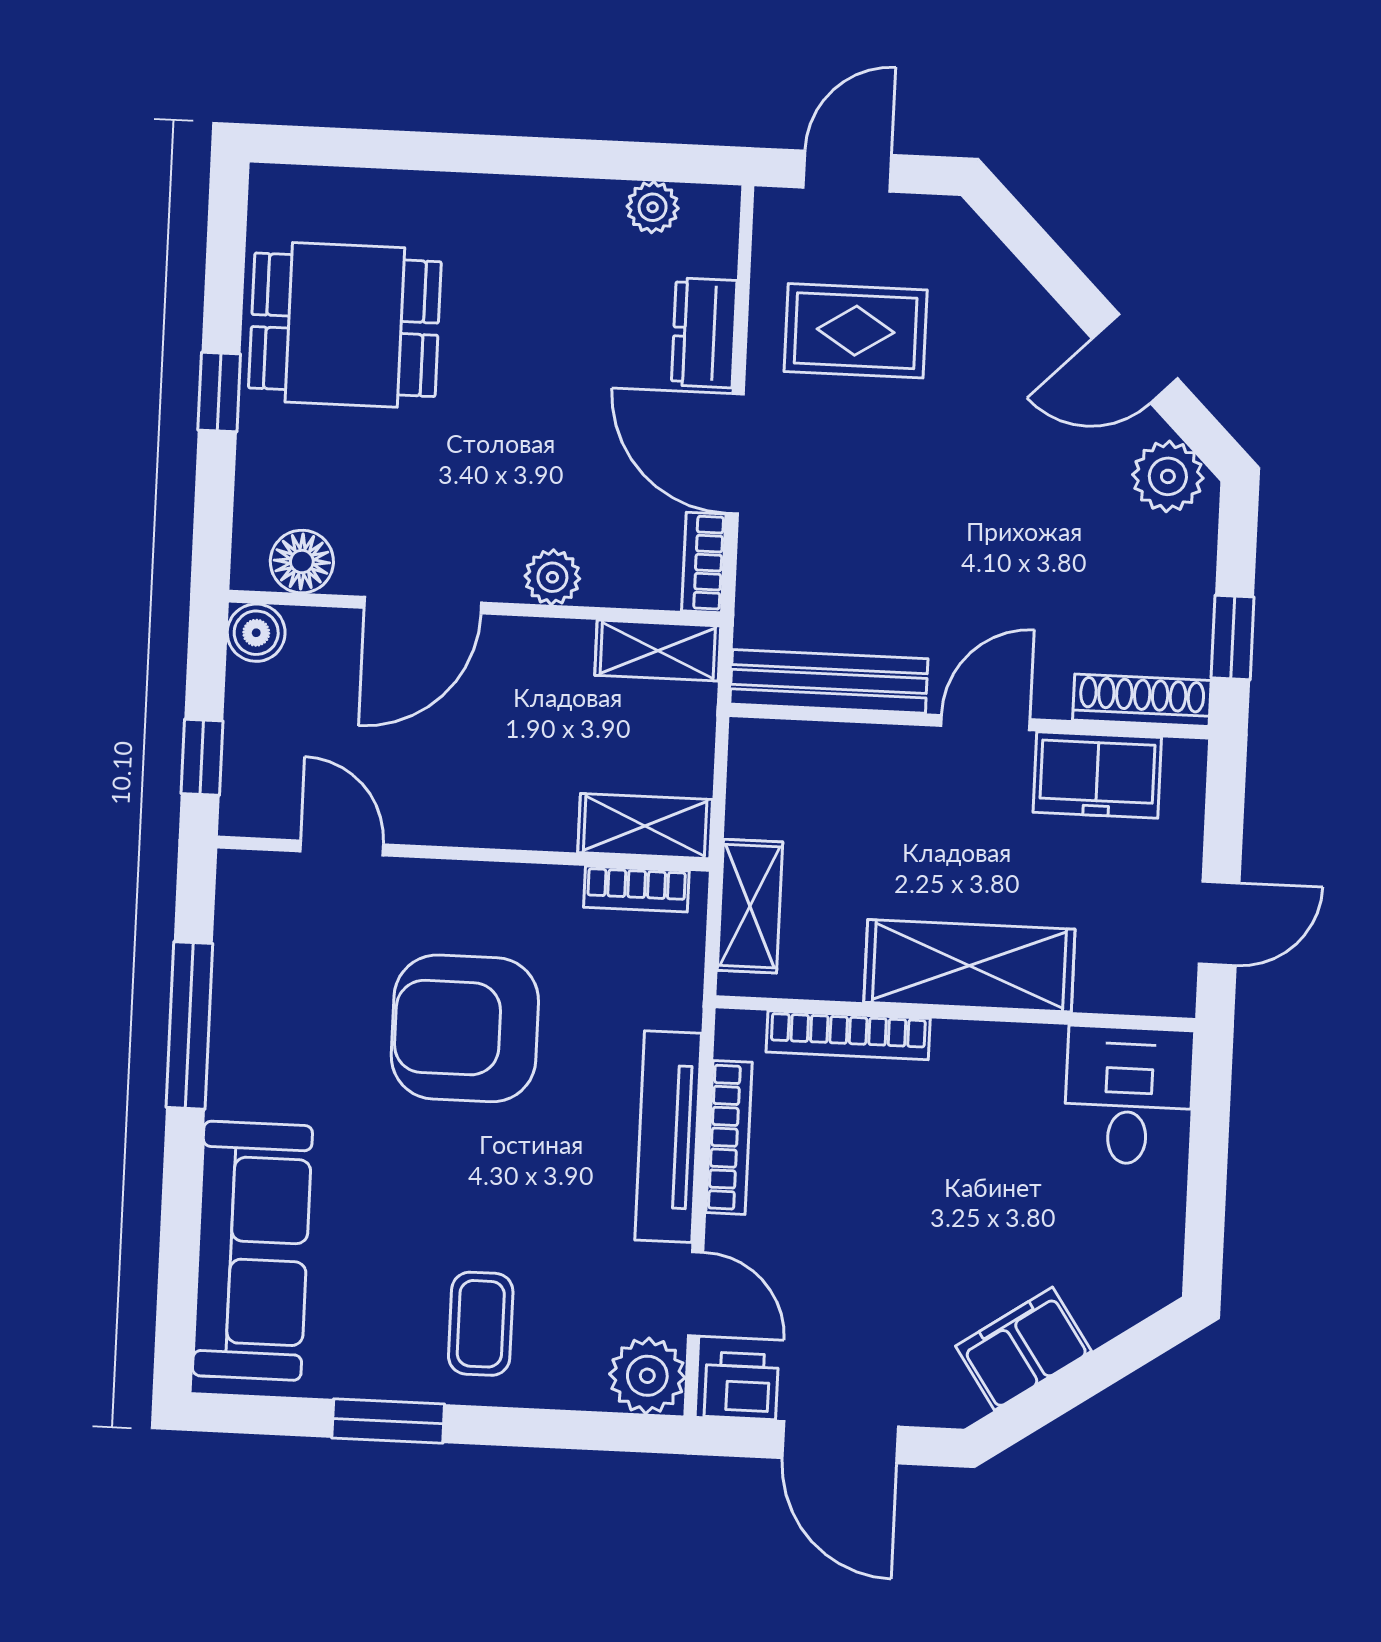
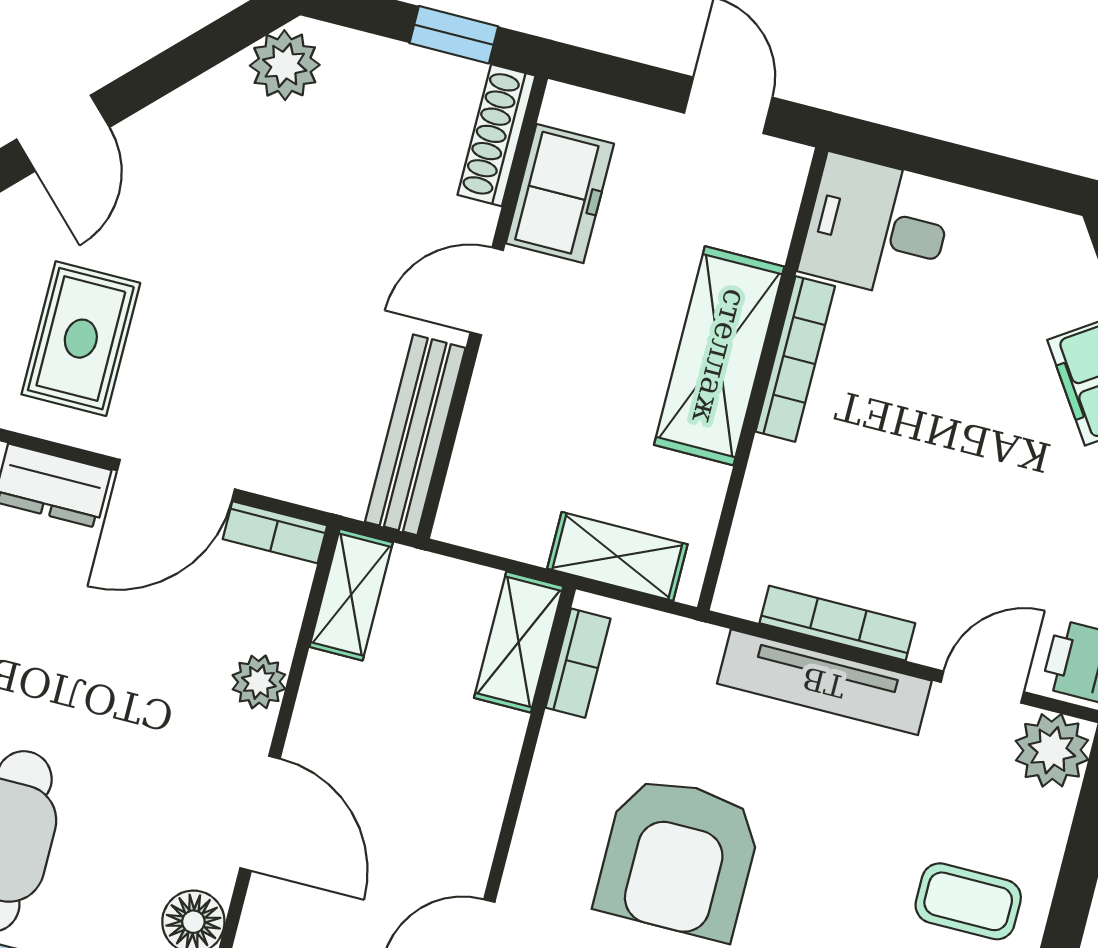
door: (1135, 359) -> (63, 133), moved
door: (986, 723) -> (487, 291), hinge flipped
bookcase: (848, 1035) -> (795, 359), moved

